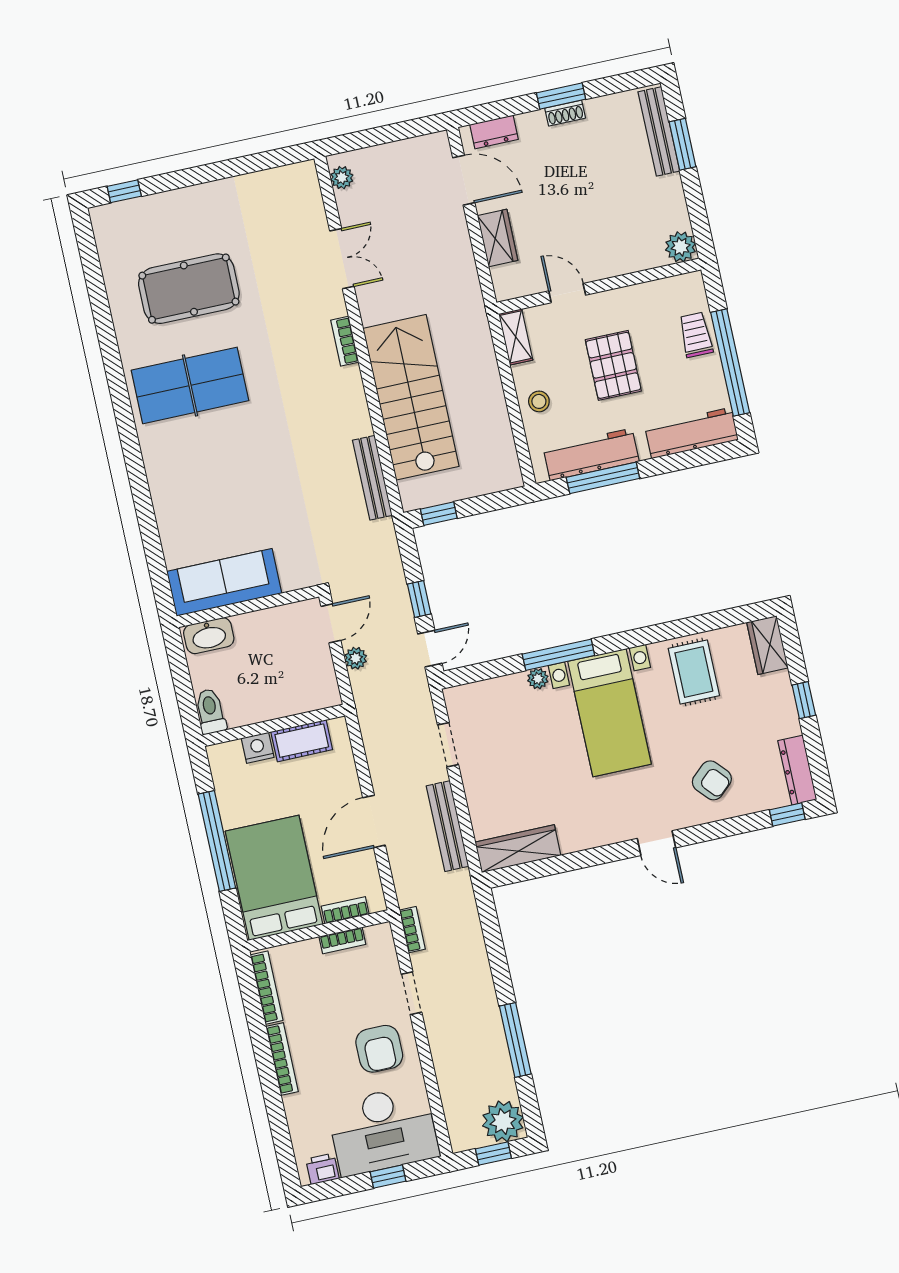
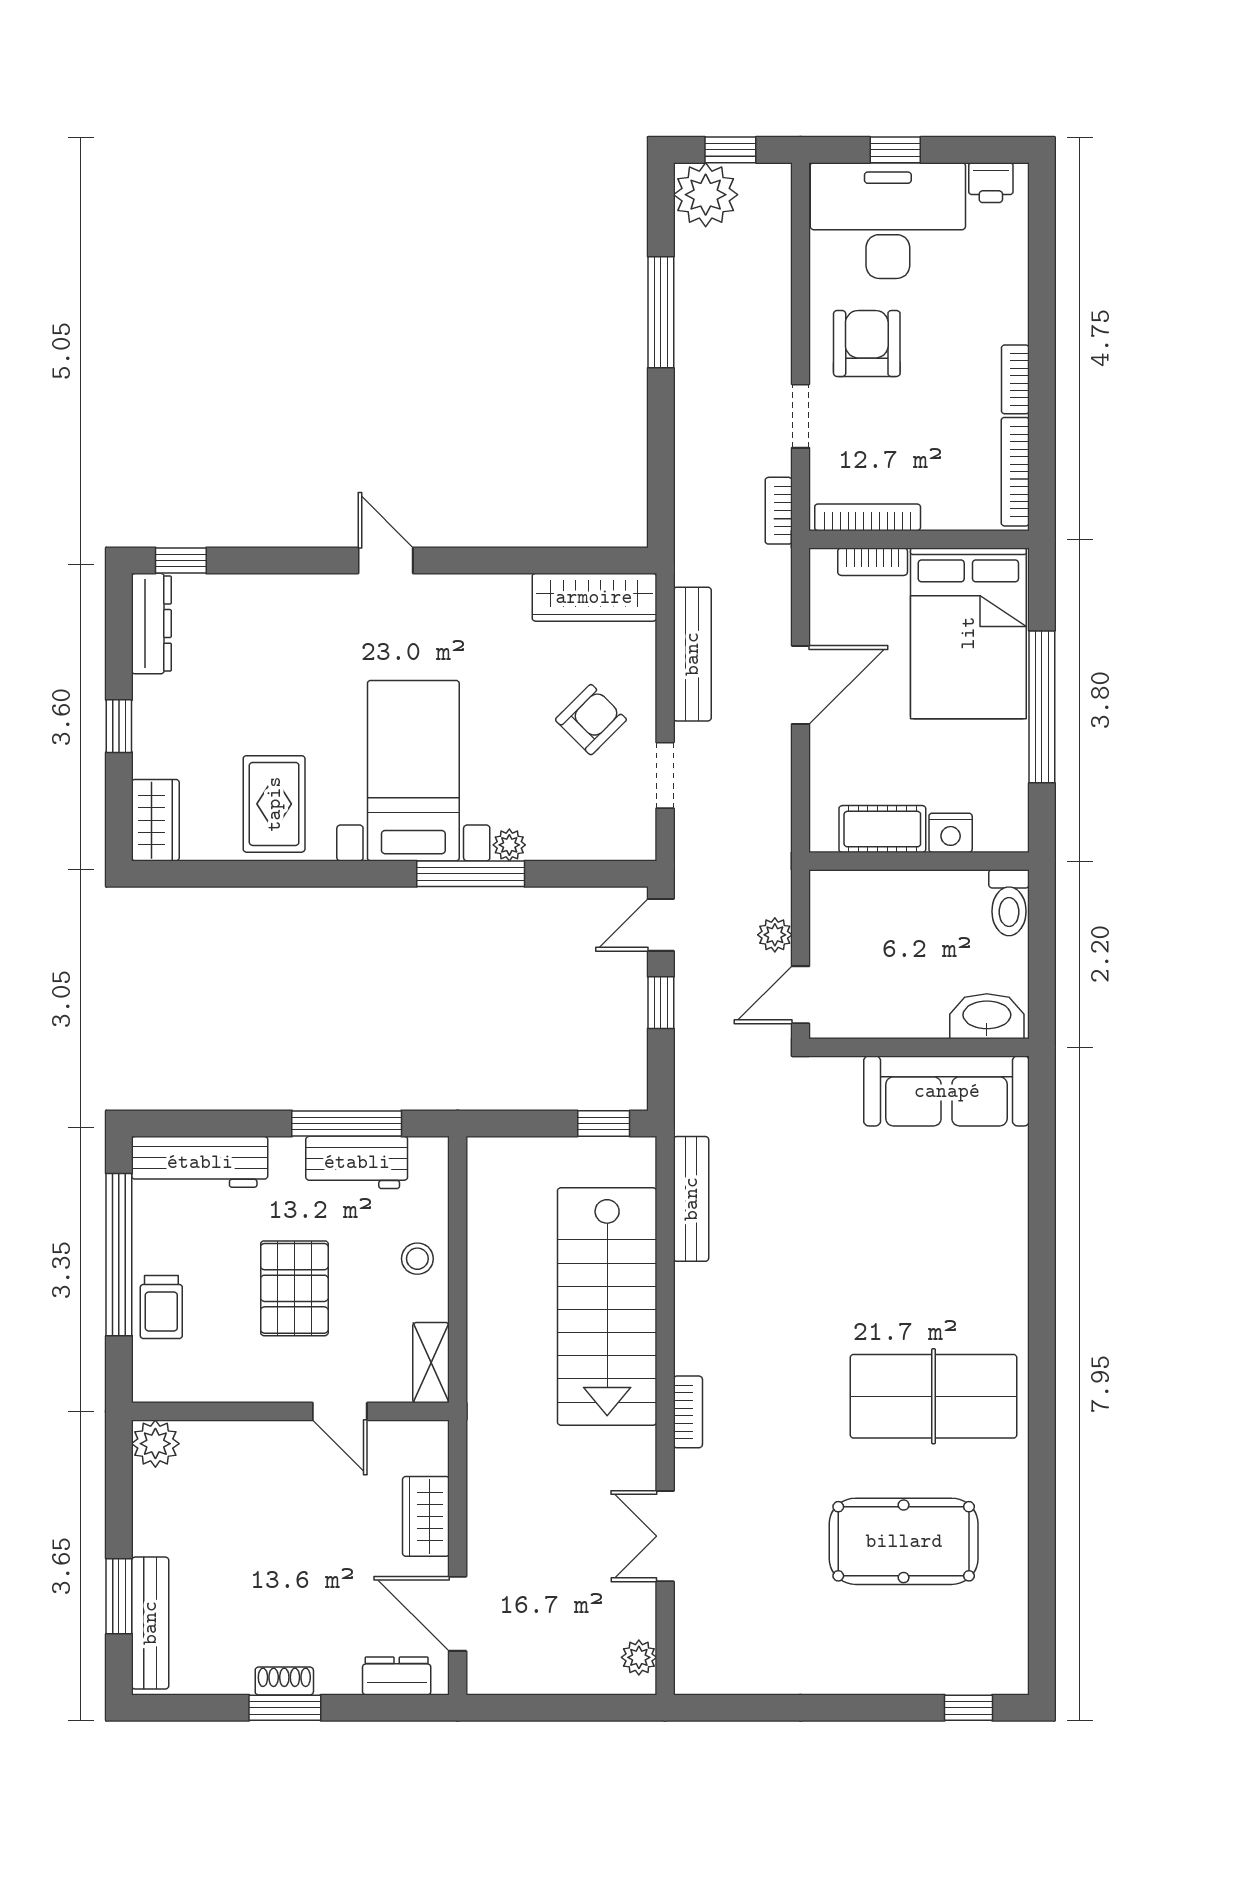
workbench: (591, 454) -> (357, 1162), width x0.73
armchair: (712, 780) -> (591, 720), moved, turned 87
bookcase: (342, 940) -> (868, 517), width x1.56
bookcase: (282, 1059) -> (1015, 379), width x0.64

